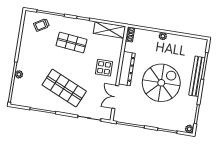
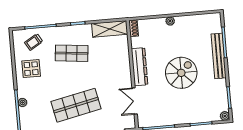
display table: (104, 68) -> (31, 69), moved
spiral stairs: (161, 83) -> (181, 73), width x0.73, depth x0.73
shop shelf: (64, 88) -> (76, 105), turned -36

